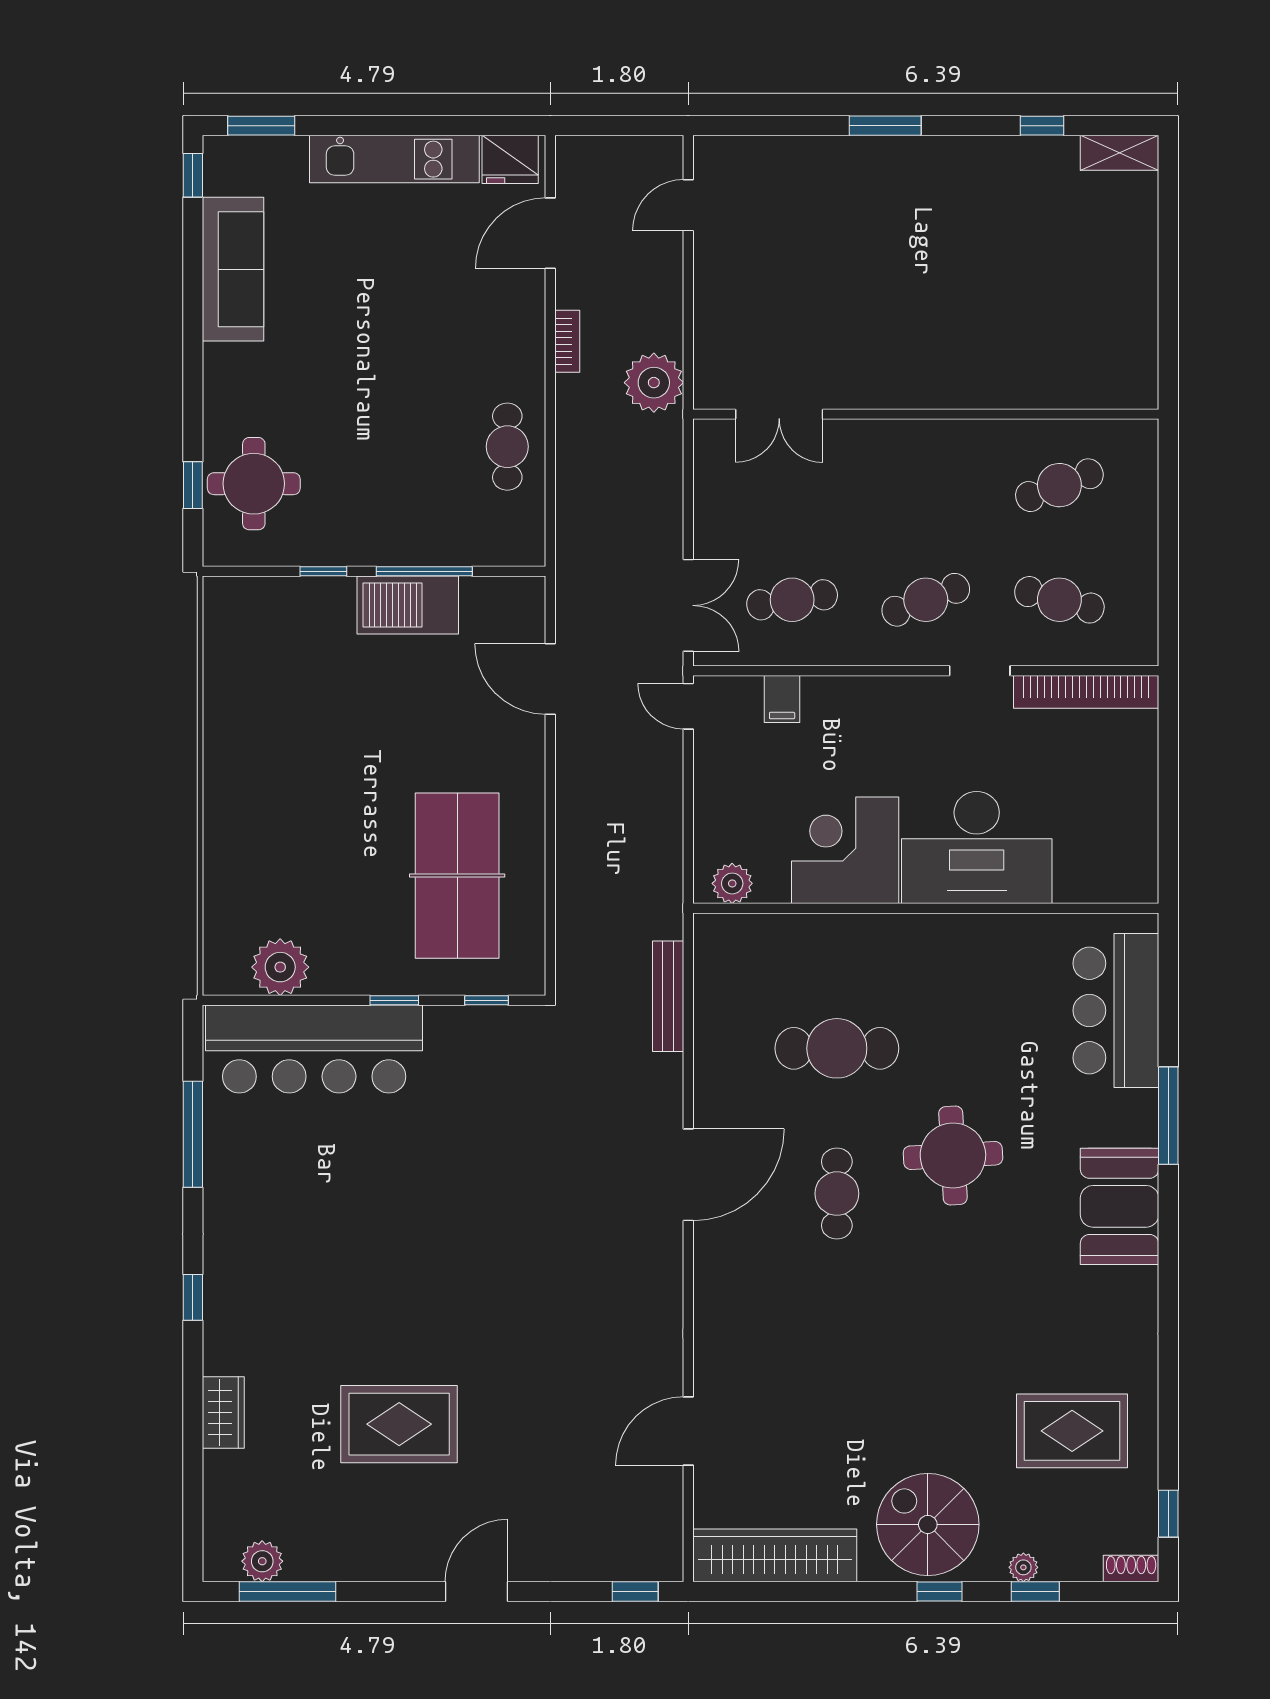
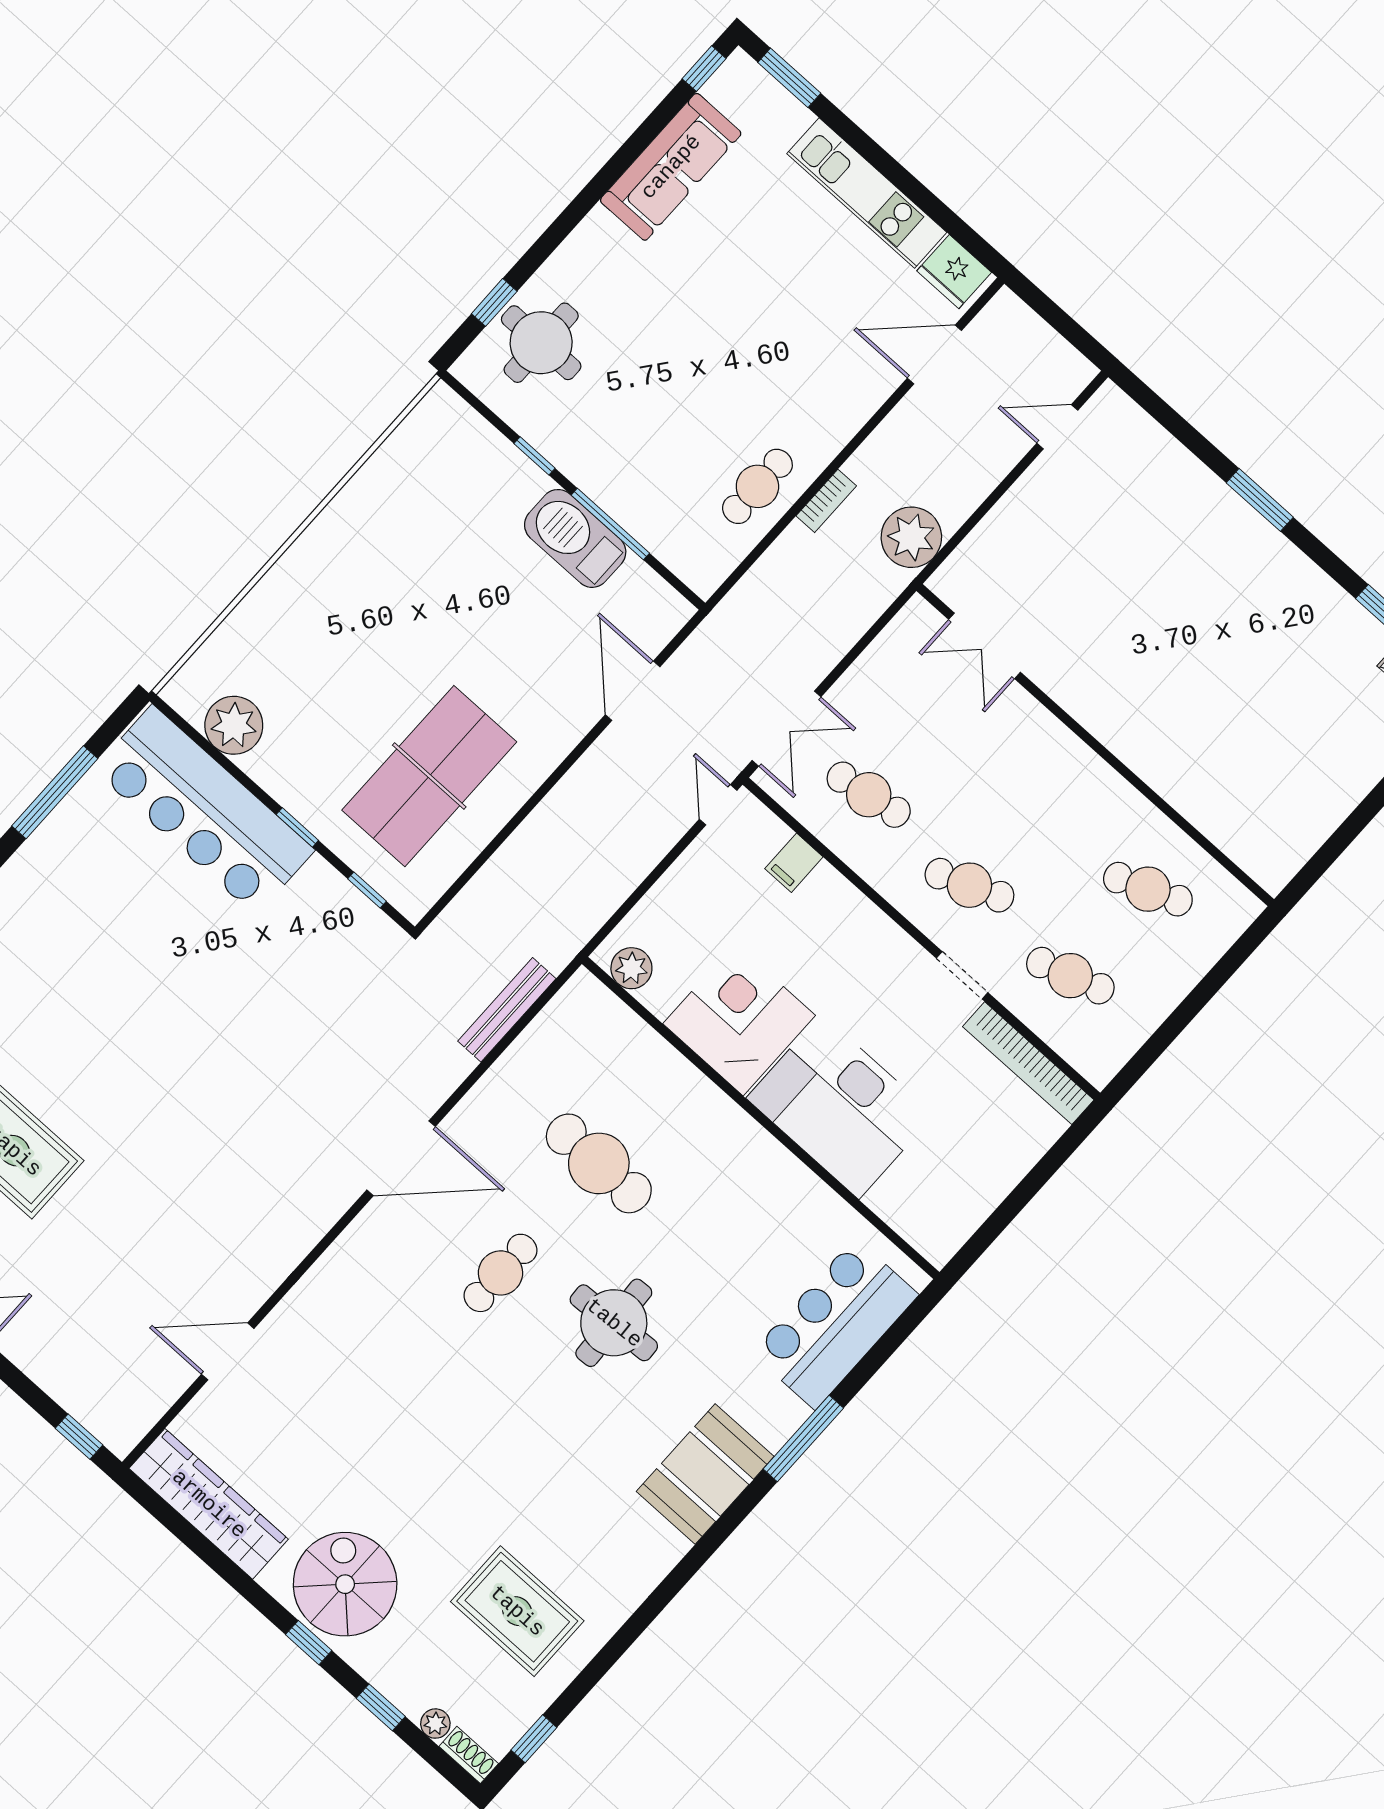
bookcase: (567, 341) -> (826, 501), moved
cafe table: (1059, 600) -> (1070, 976), turned -33
plant: (1023, 1567) -> (435, 1724), moved

